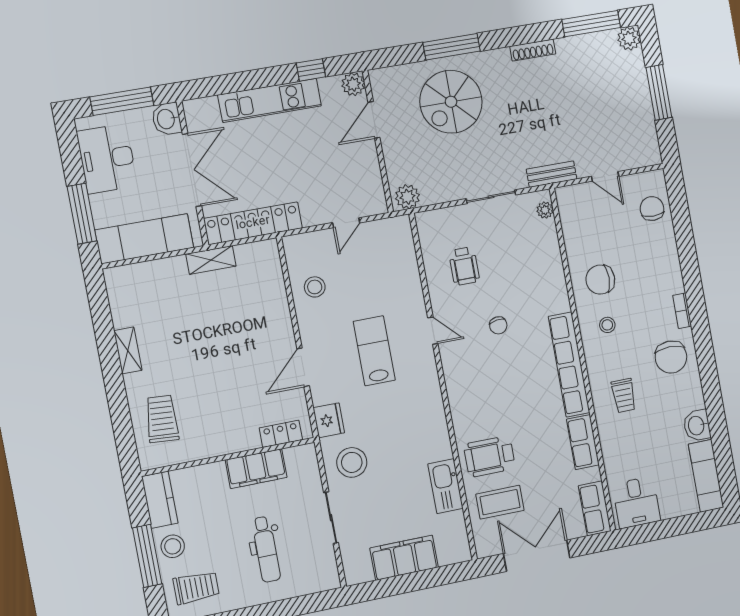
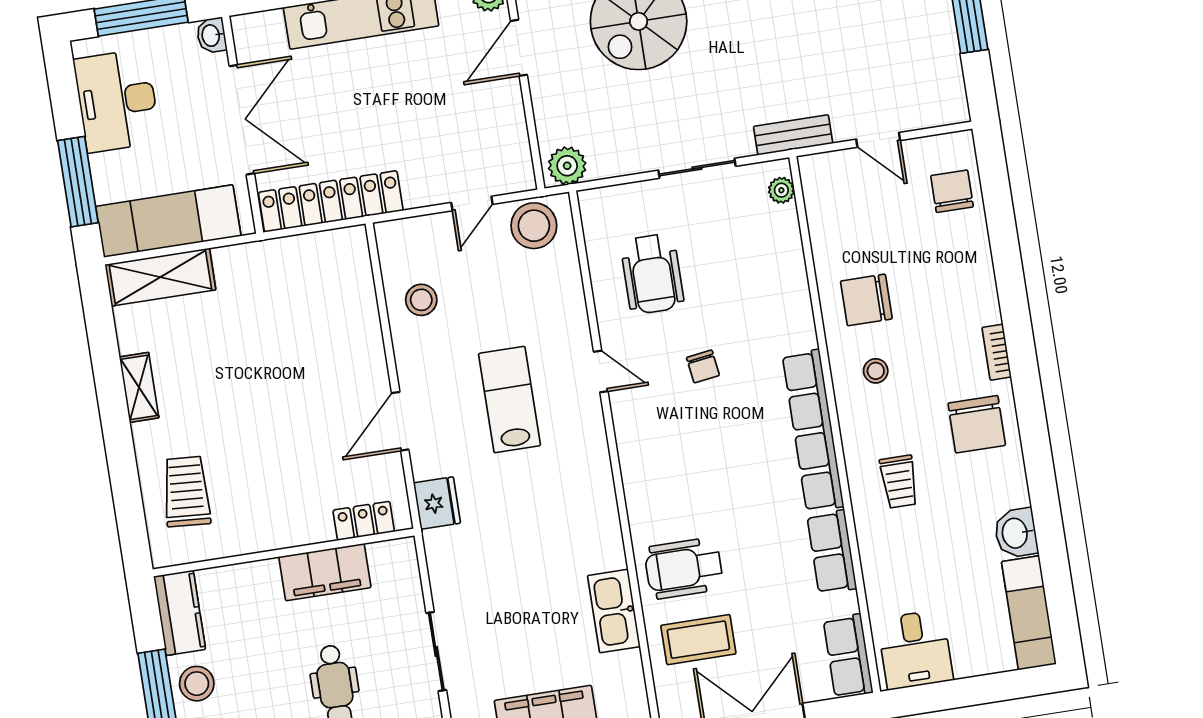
washbasin: (167, 119) -> (211, 35), width x0.72, depth x0.69
shelving: (211, 260) -> (160, 277), moved, width x1.50, depth x1.33
wheelchair: (464, 266) -> (652, 274), width x1.36, depth x1.37
stool: (352, 462) -> (534, 226), moved

